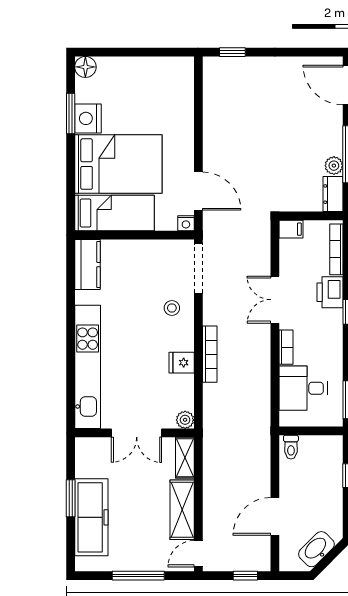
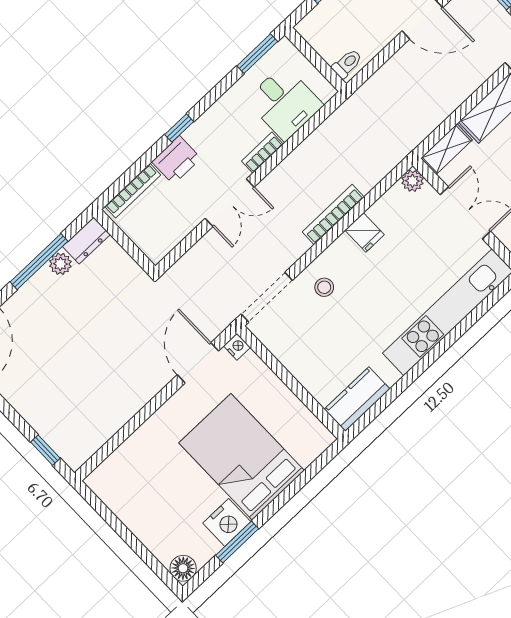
bed: (115, 213) -> (288, 419), removed
filing cabinet: (291, 229) -> (153, 248), removed

